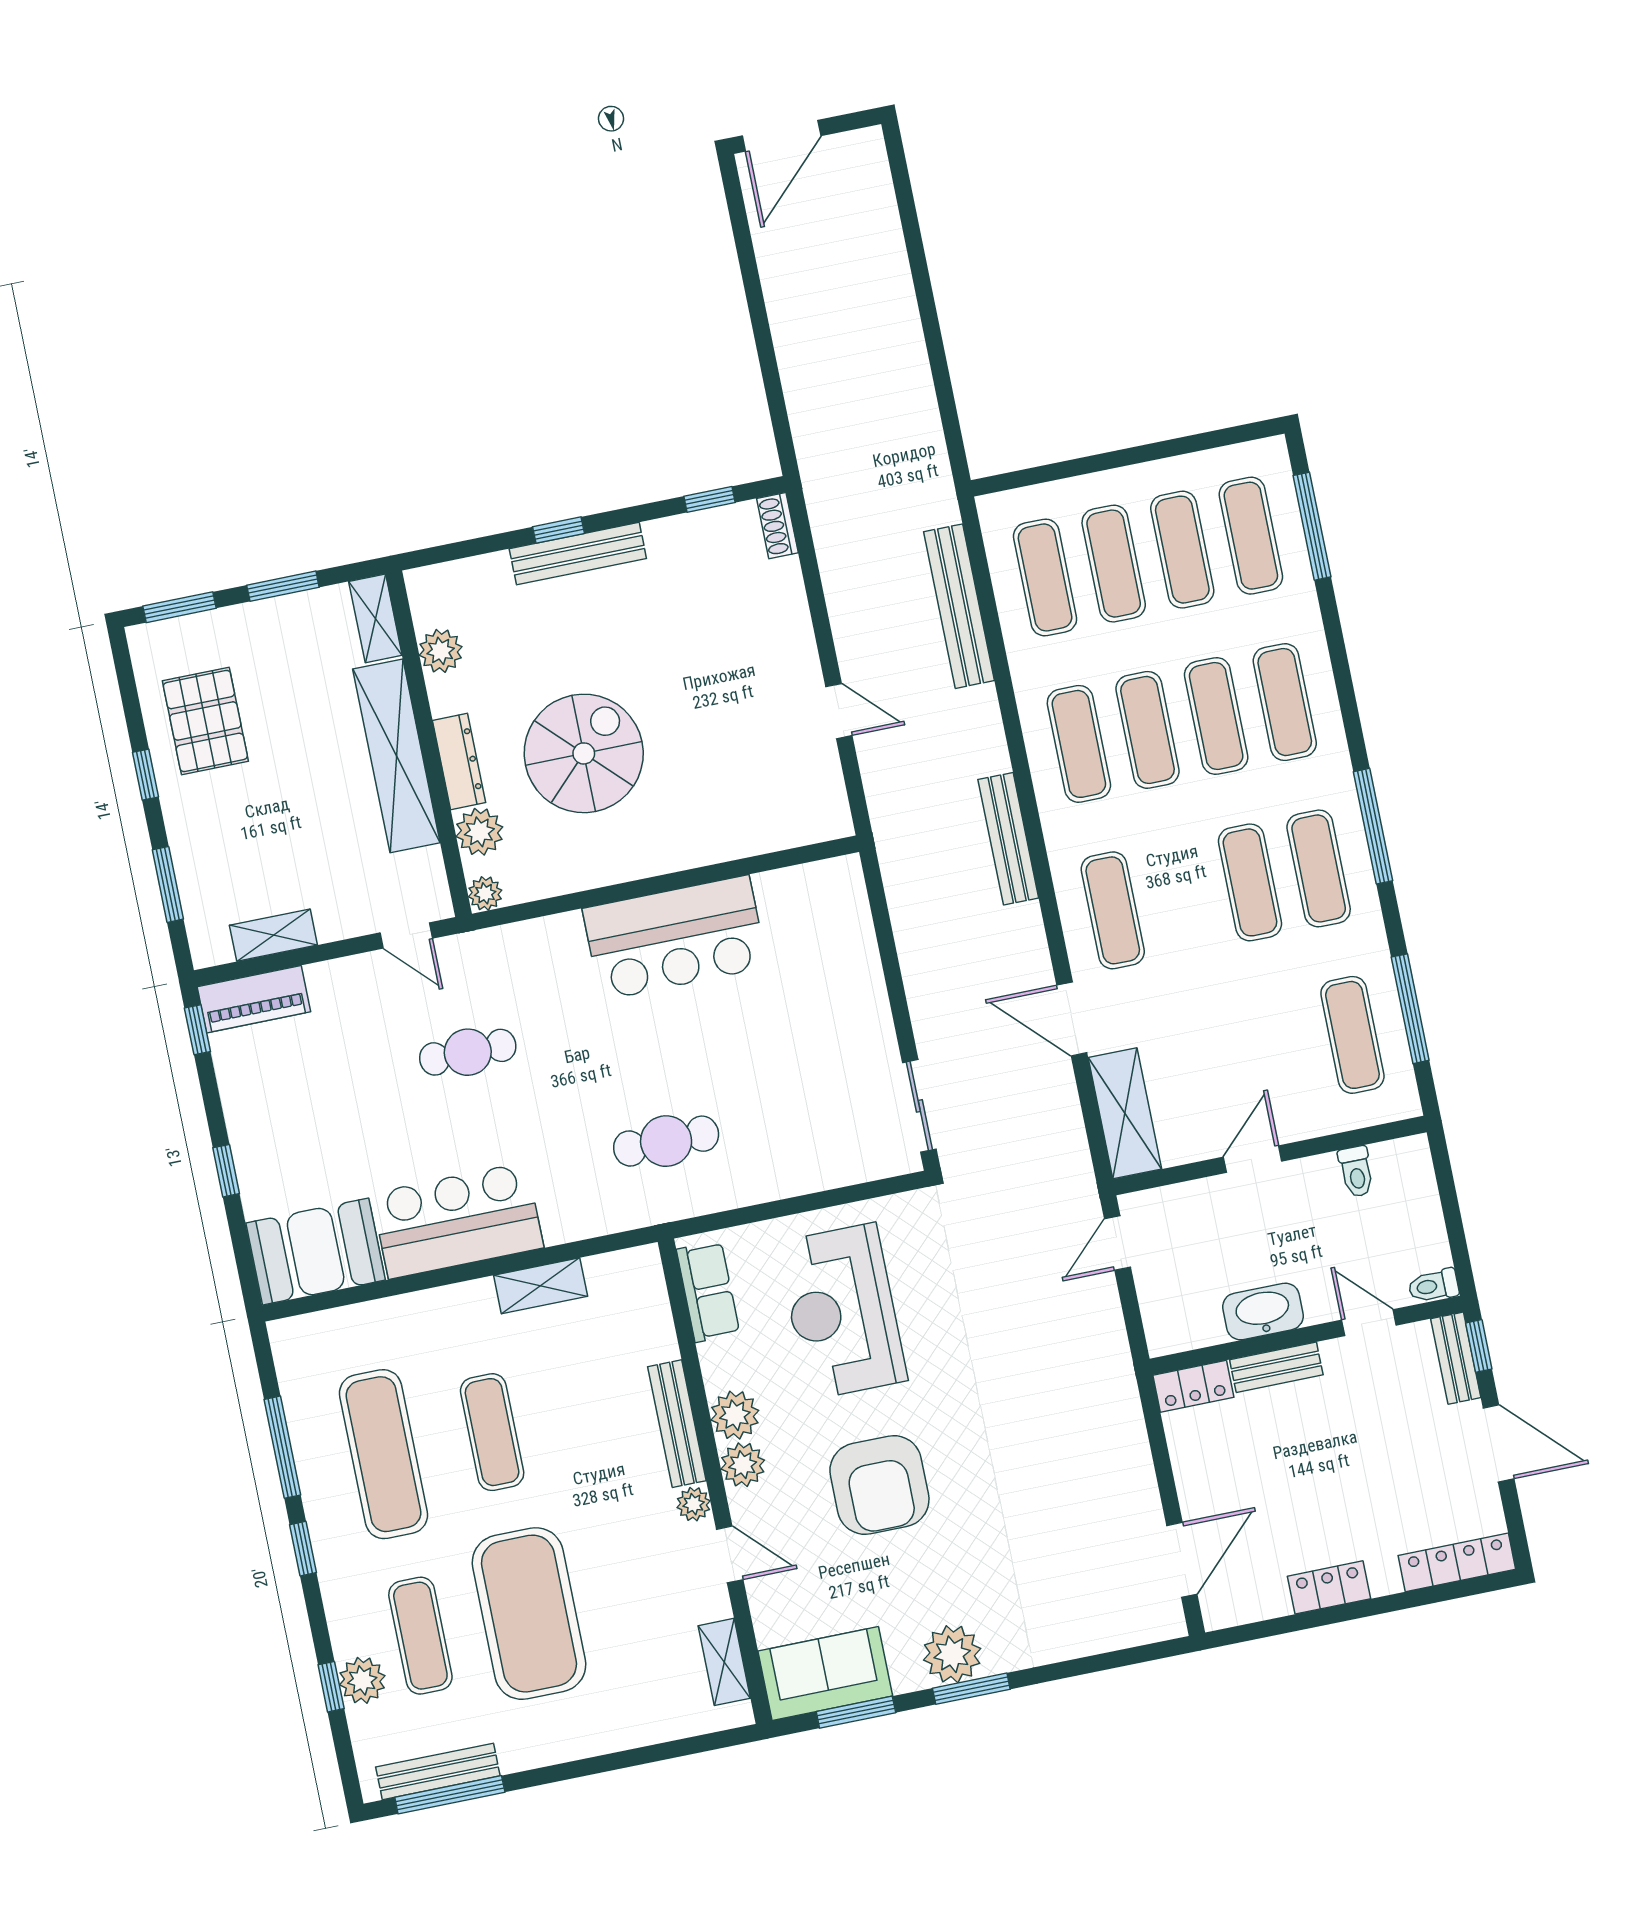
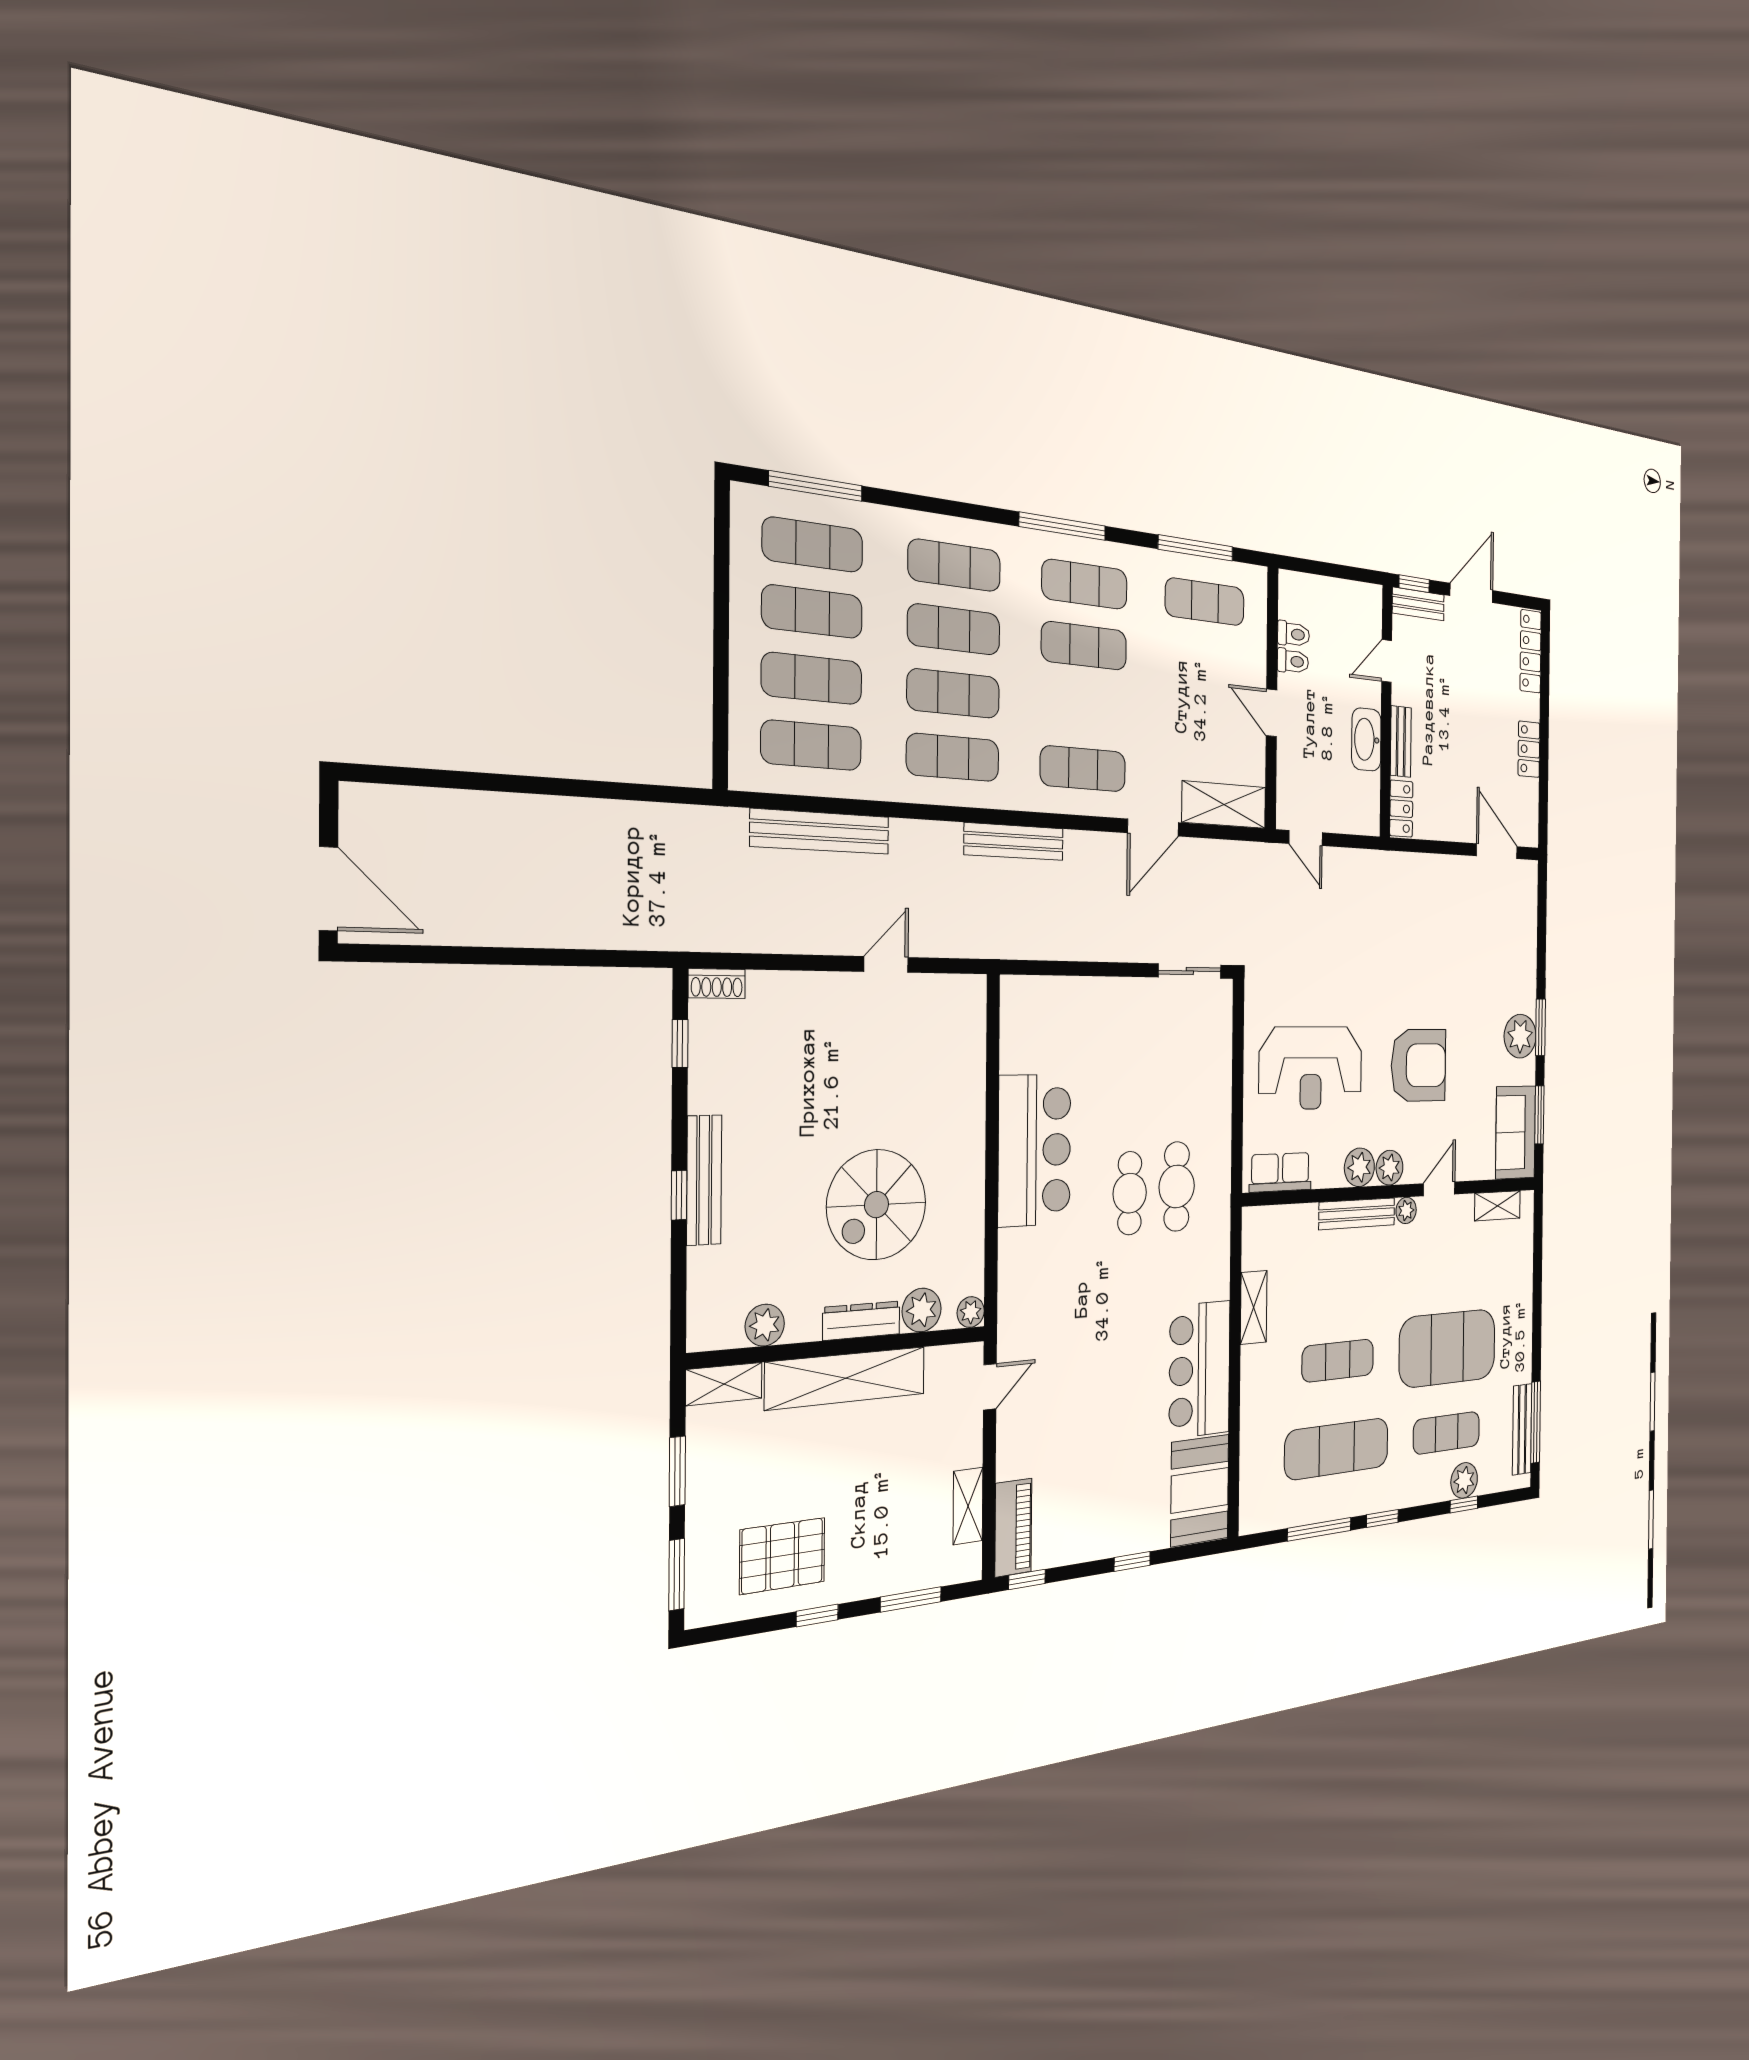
spiral stairs: (584, 753) -> (877, 1205), turned -90
cafe table: (468, 1052) -> (1130, 1193), moved
toilet: (1433, 1286) -> (1293, 661), moved, turned -90

